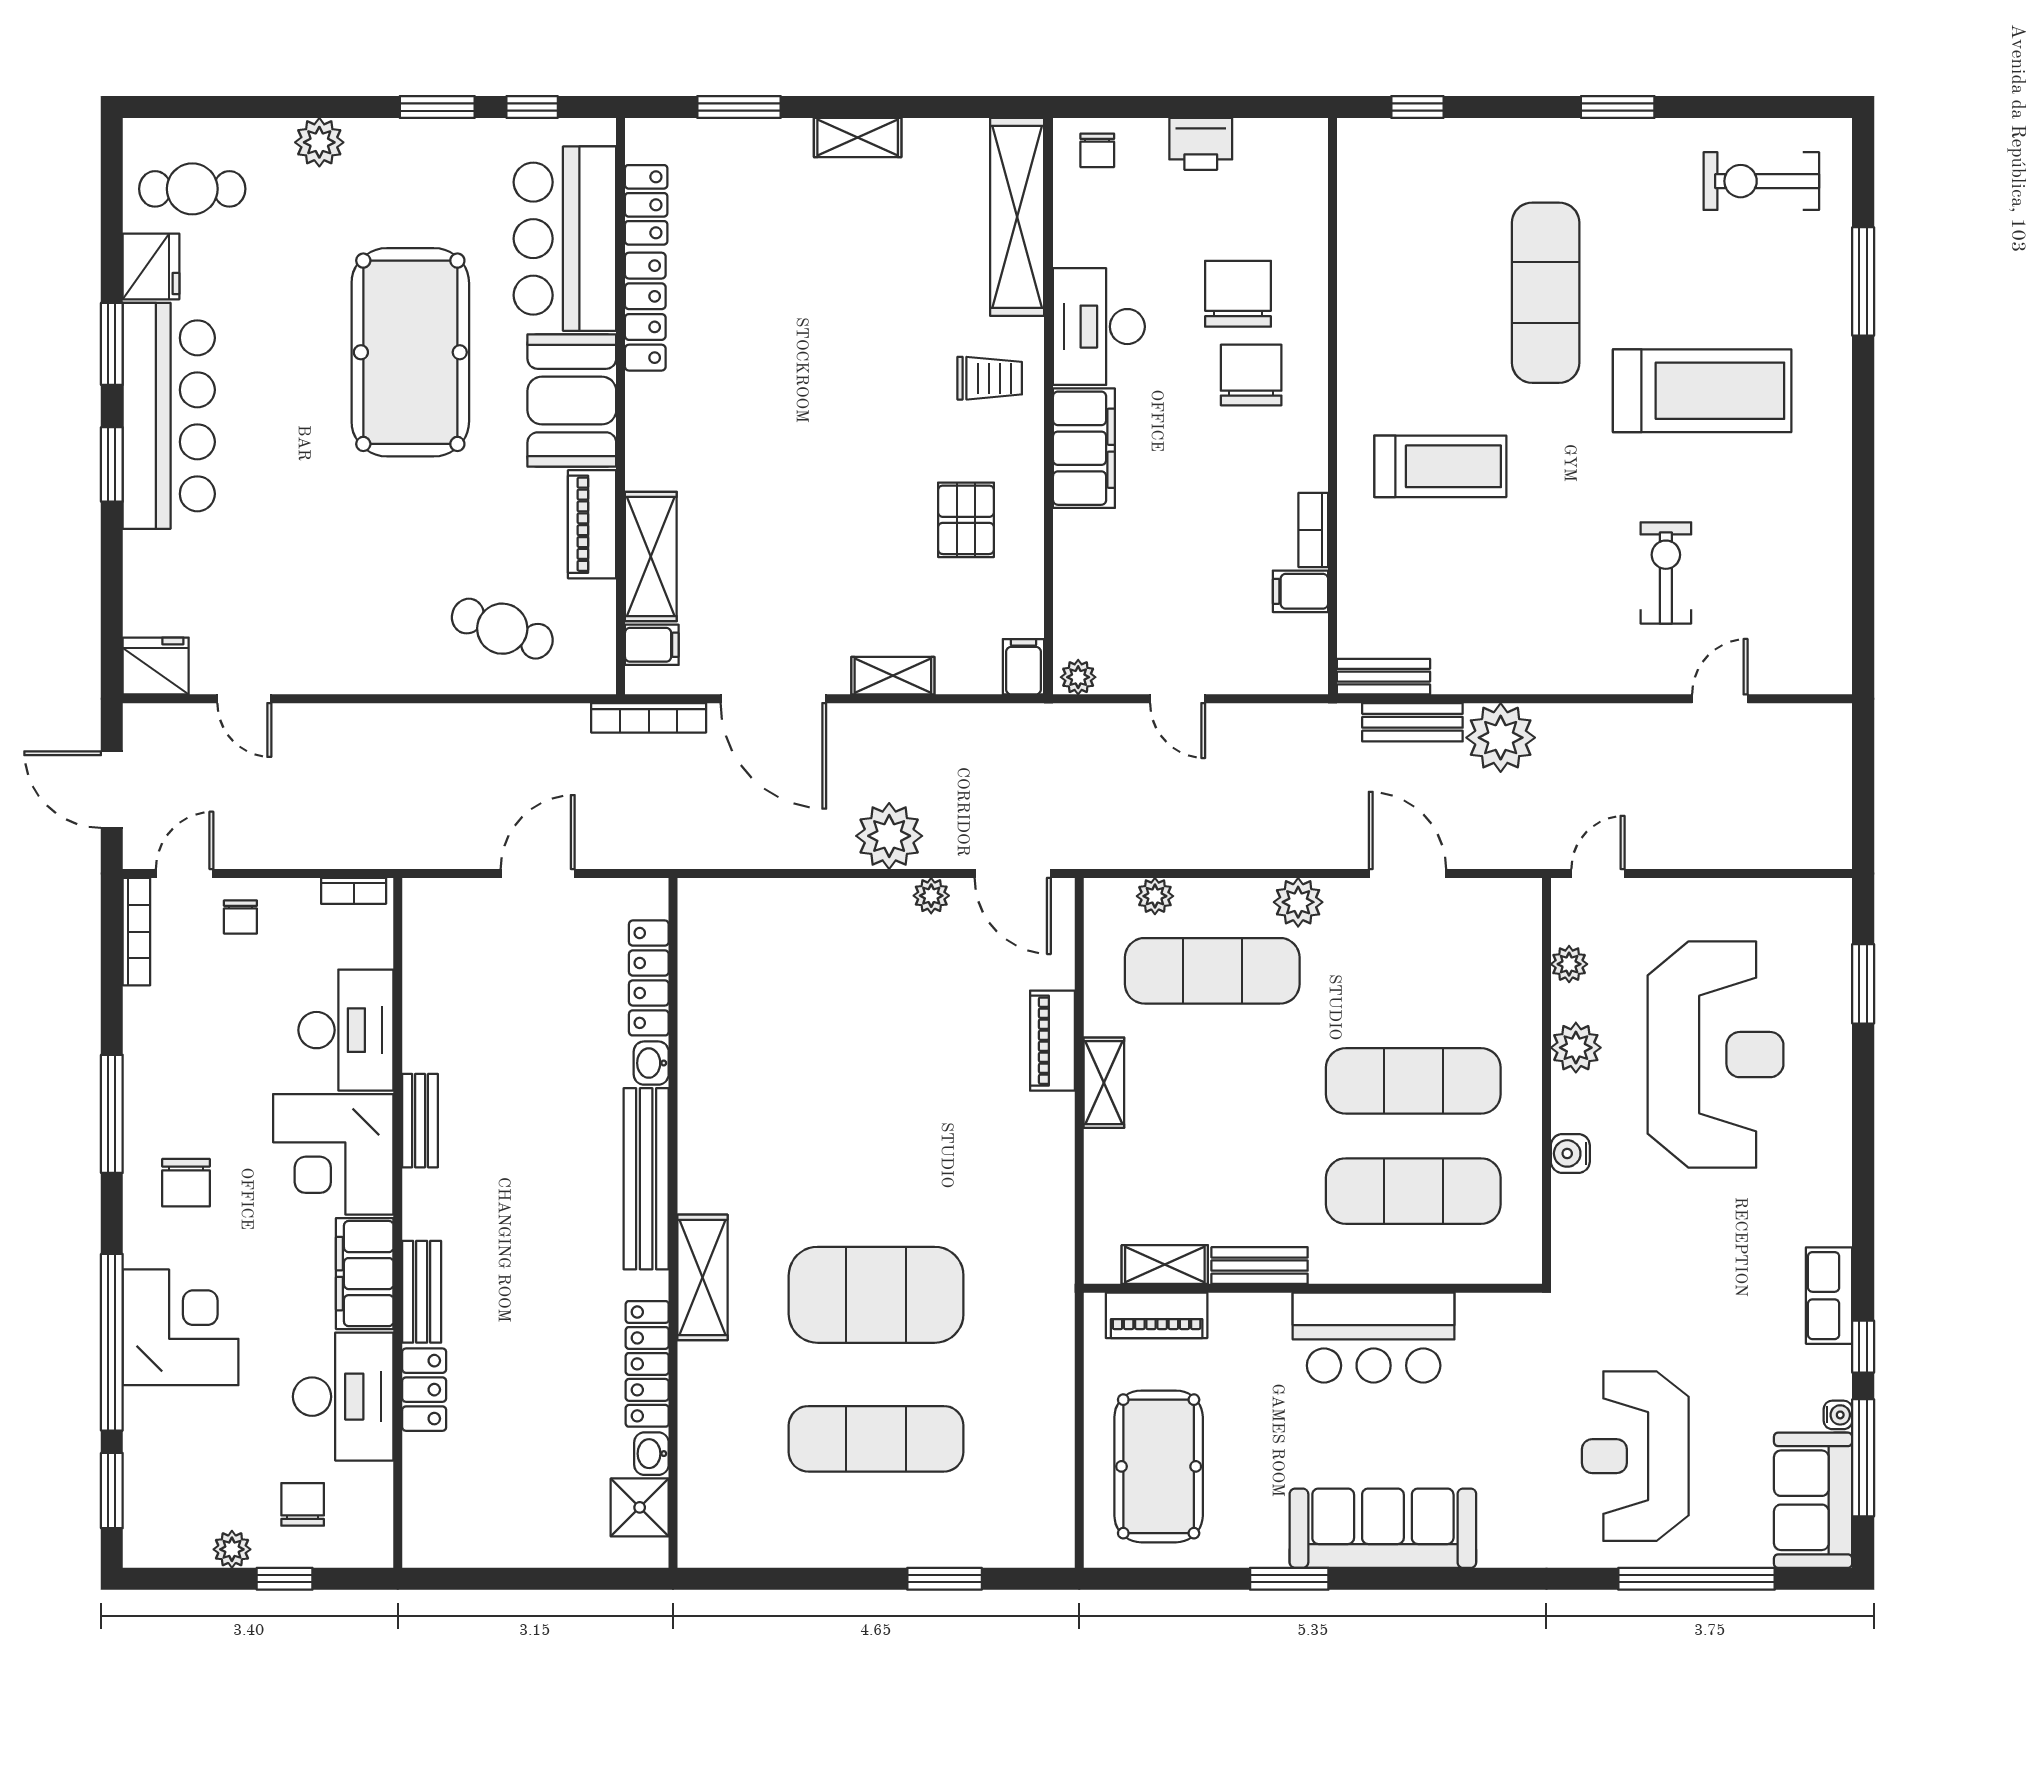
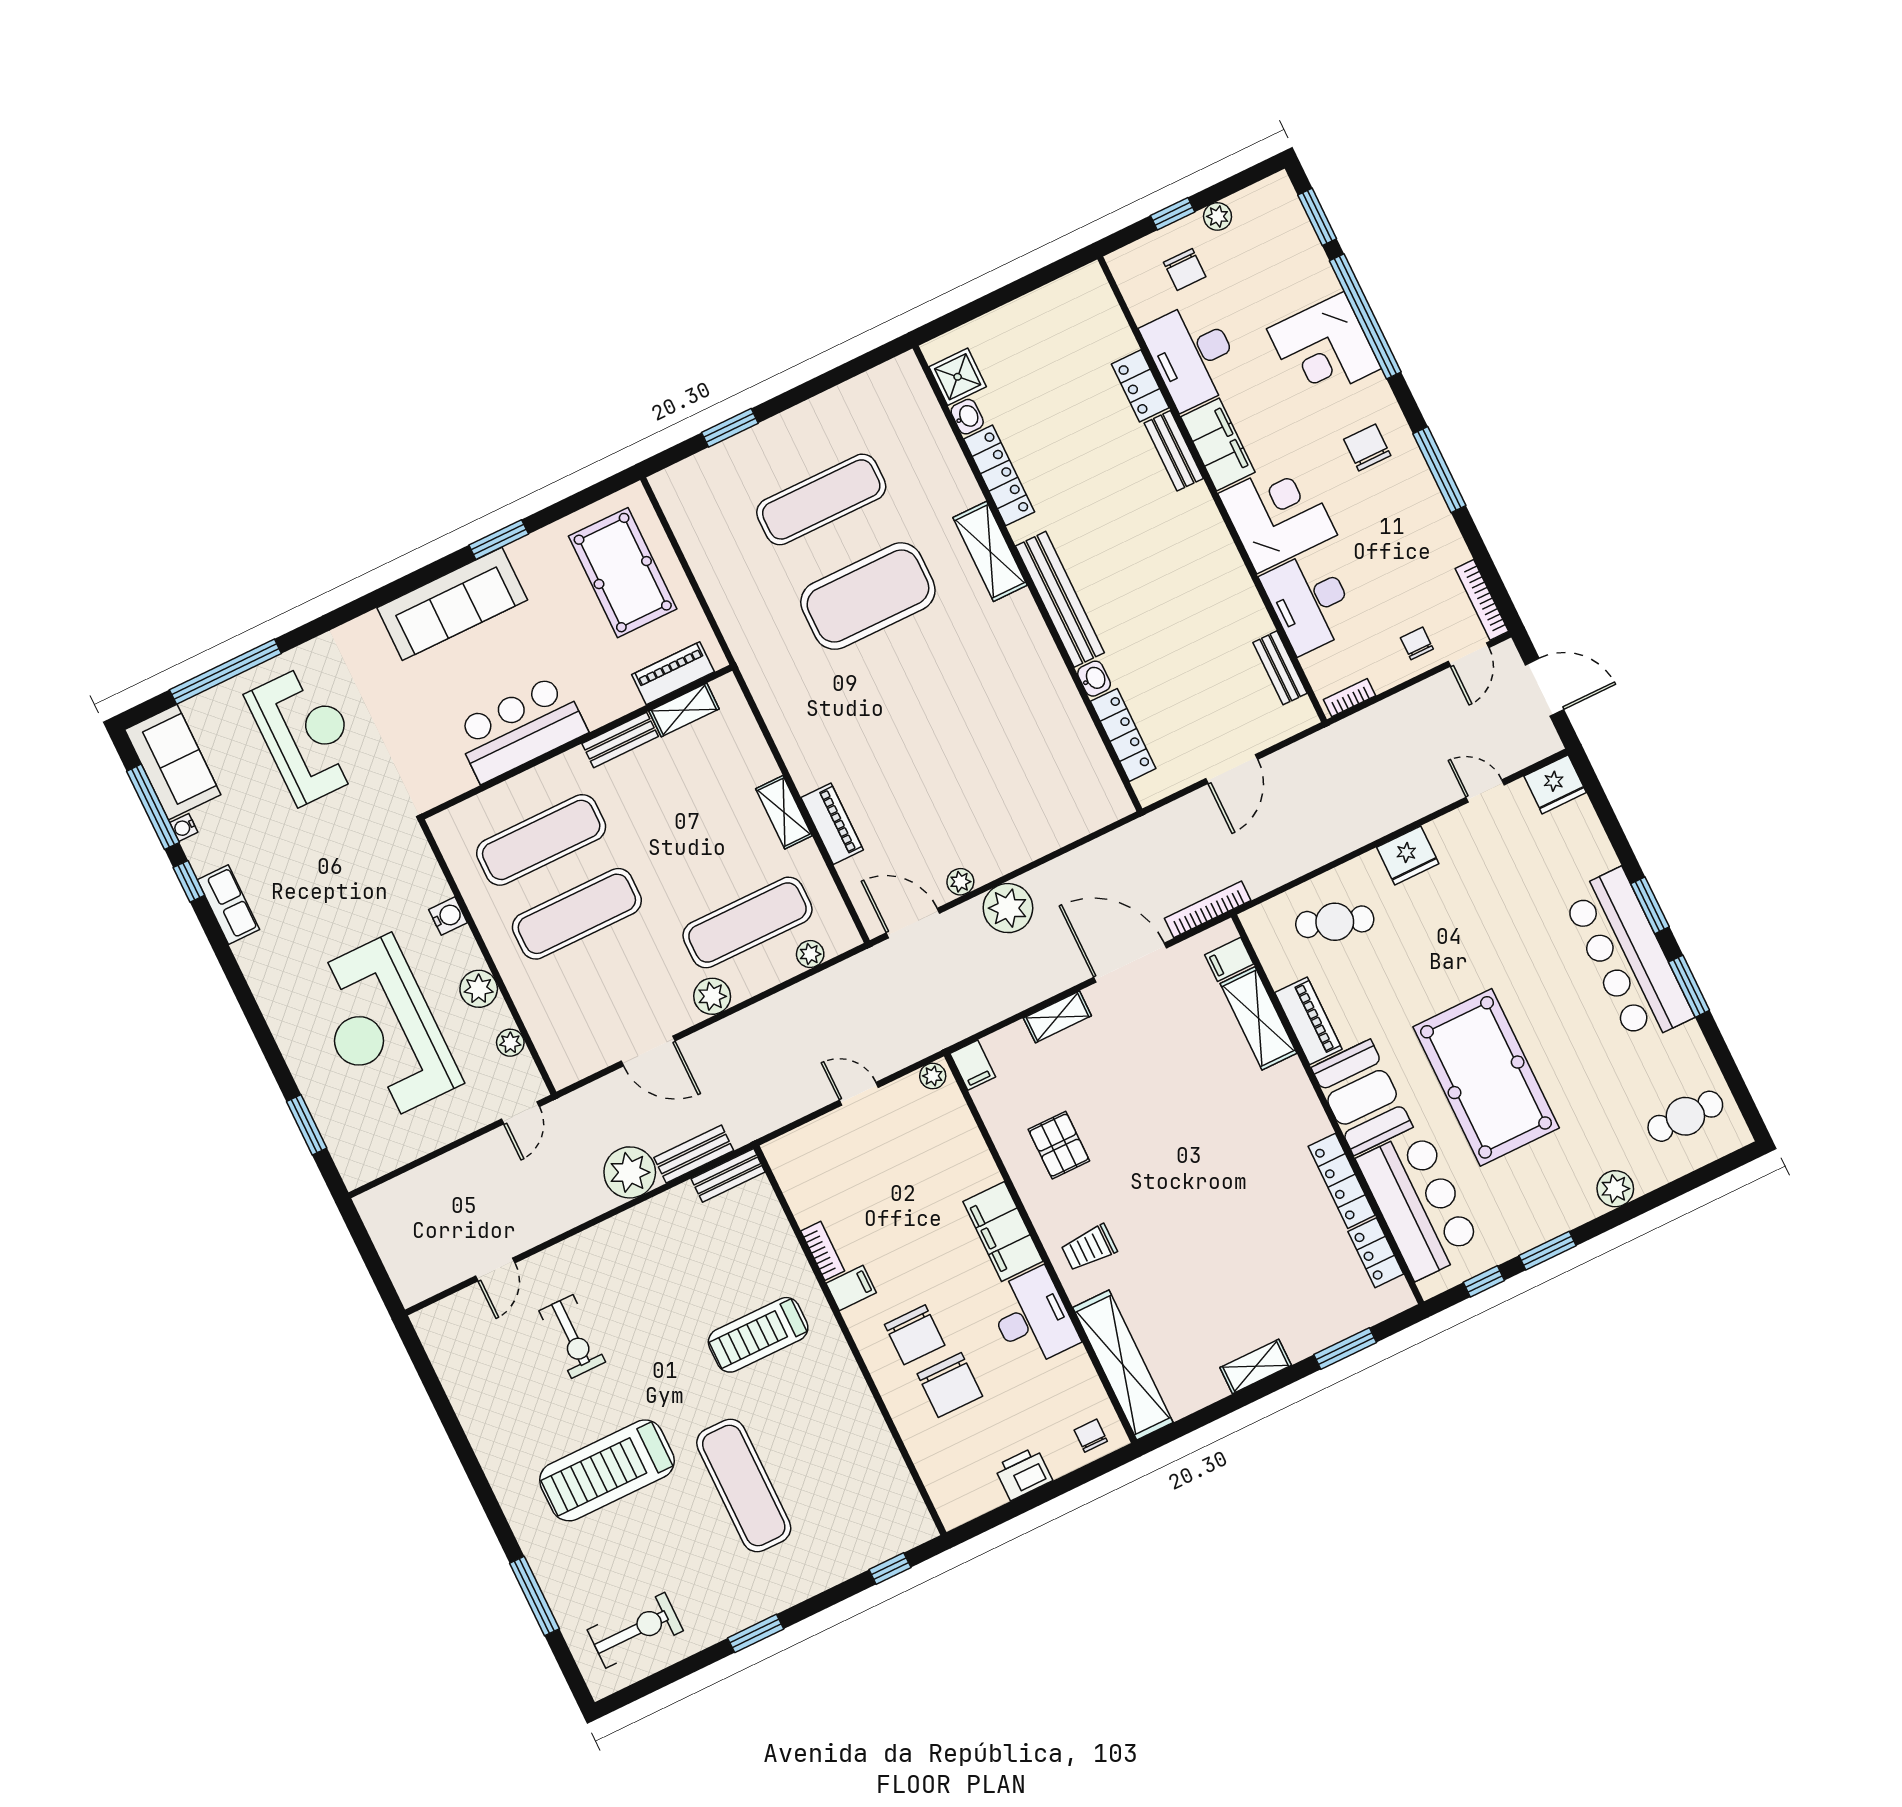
fridge: (151, 266) -> (1408, 855), moved, turned -90
filing cabinet: (1300, 591) -> (851, 1288), moved
bench: (420, 1121) -> (1280, 668), moved

